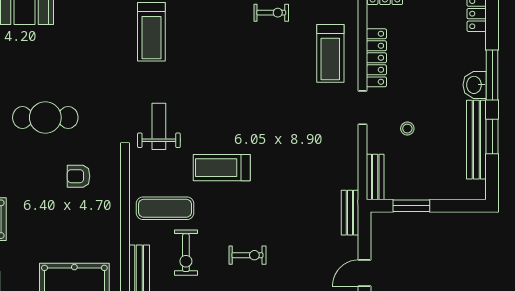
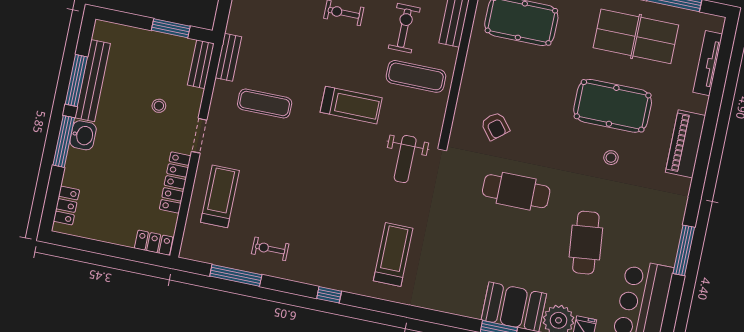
window: (492, 136) -> (76, 80), width x1.44
exercise mat: (306, 152) -> (265, 104), added
armchair: (79, 176) -> (495, 126), turned 51
bench: (350, 213) -> (228, 57), moved

